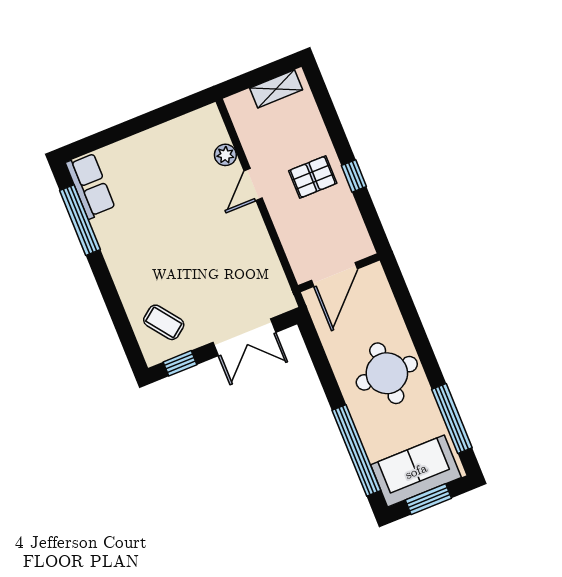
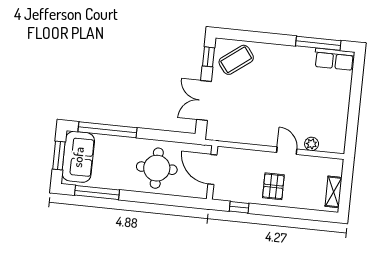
window: (354, 176) -> (239, 207), moved
coffee table: (164, 322) -> (236, 60), width x1.36, depth x1.30
round table: (387, 373) -> (157, 168), moved

